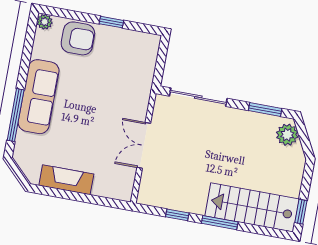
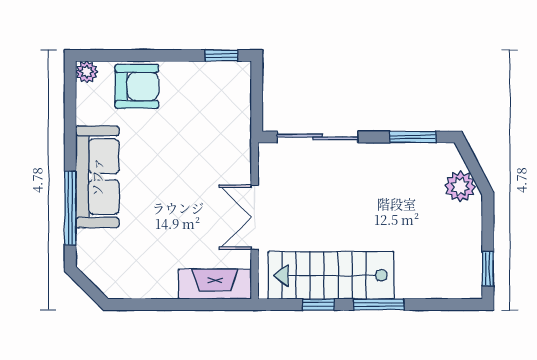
window: (111, 22) -> (221, 55), moved
plant: (287, 135) -> (460, 186), moved
fireplace: (66, 180) -> (215, 284), moved
stairs: (252, 207) -> (331, 275), moved

